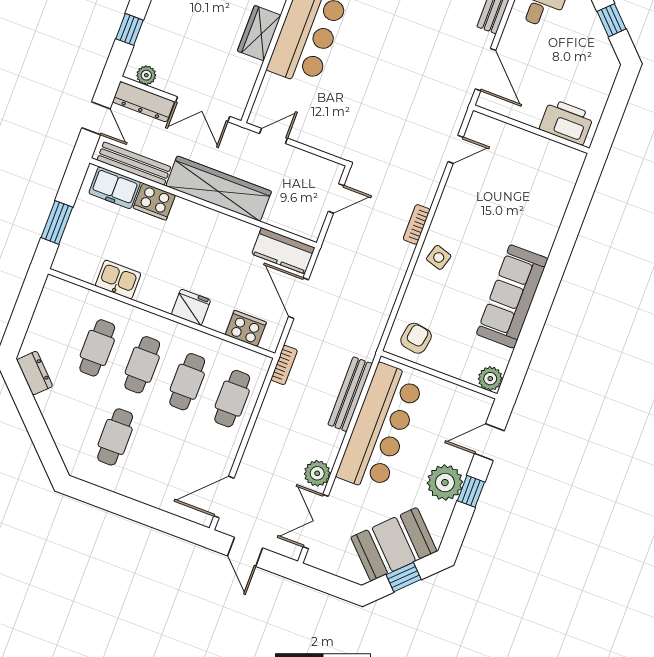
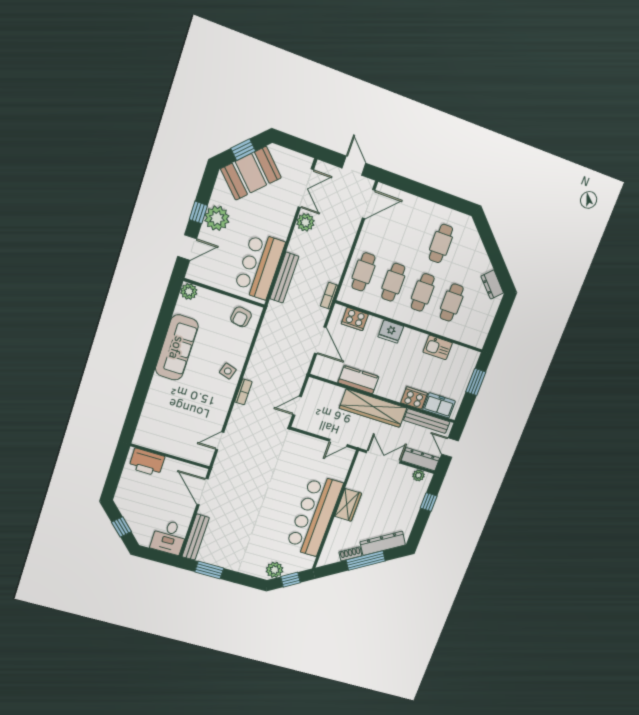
kitchen counter: (283, 251) -> (358, 380), moved
bar counter: (380, 428) -> (260, 266), width x0.73

